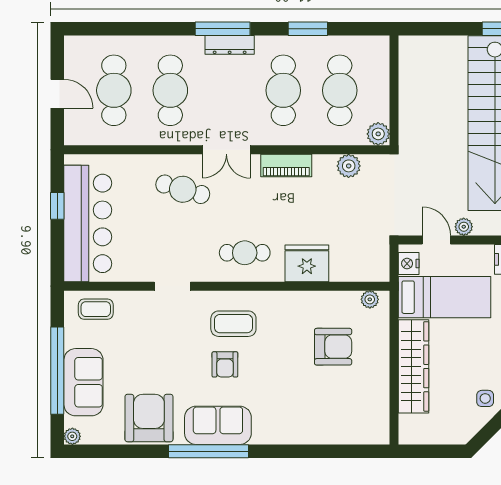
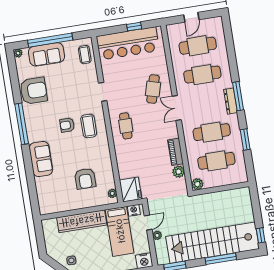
piano: (286, 165) -> (176, 152), moved
fridge: (307, 263) -> (131, 189), moved
sofa: (218, 425) -> (41, 159), moved

